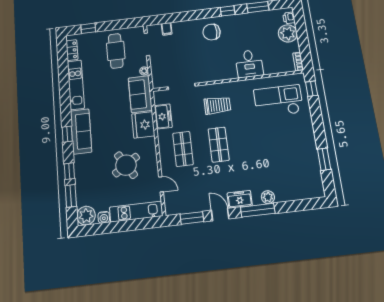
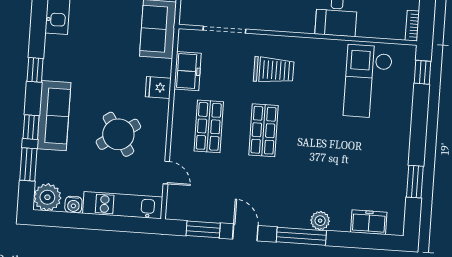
checkout: (278, 101) -> (368, 82), turned -90
fridge: (143, 125) -> (158, 87), width x0.53, depth x0.75
sofa: (81, 131) -> (54, 116), moved
freezer: (240, 199) -> (369, 222), moved

